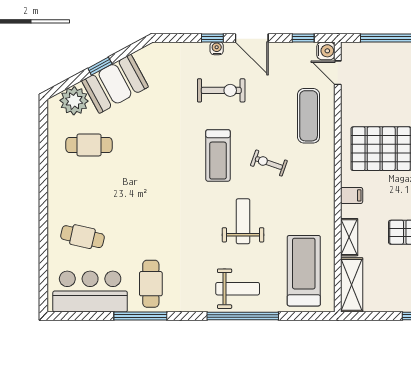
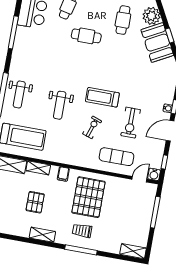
exercise bike: (221, 90) -> (131, 123), moved
weight bench: (243, 221) -> (60, 105), turned 90
cafe table: (151, 284) -> (86, 36), moved

